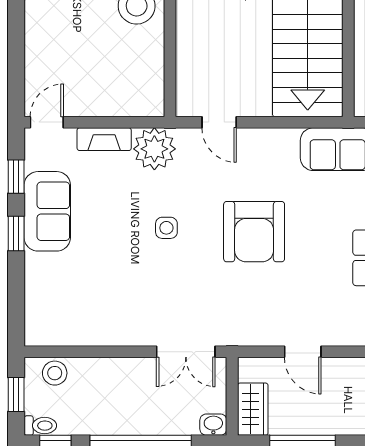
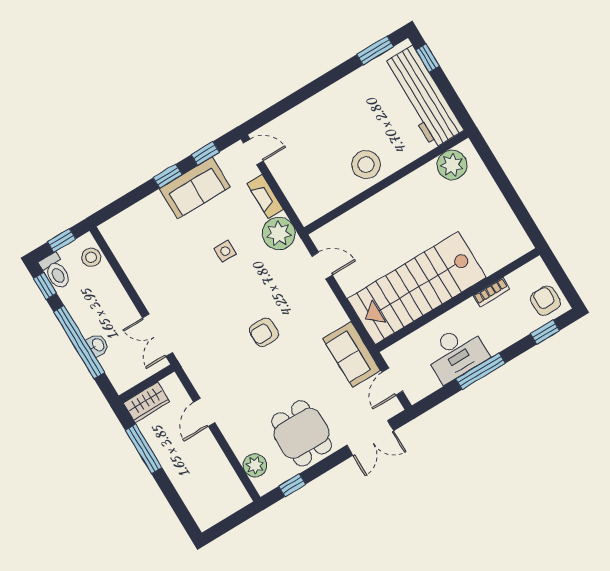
door: (219, 122) -> (322, 266), swing flipped
side table: (166, 228) -> (225, 251), moved
armchair: (254, 232) -> (264, 332), width x0.53, depth x0.53
washbasin: (213, 425) -> (98, 345), moved
toilet: (40, 426) -> (56, 271), width x1.37, depth x1.39

